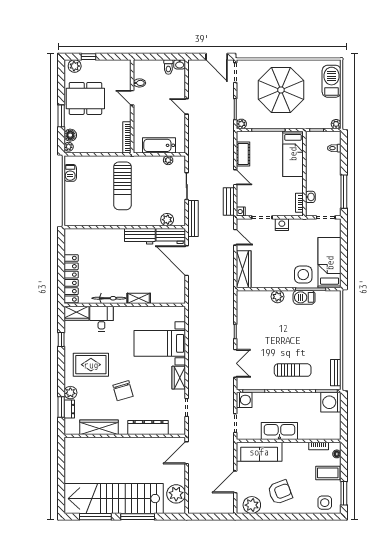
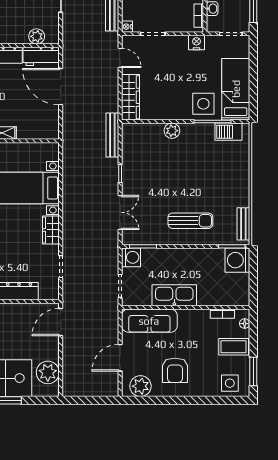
bench: (193, 218) -> (112, 135), moved
nightstand: (282, 225) -> (197, 43), moved
barbecue: (304, 297) -> (229, 132), moved
armchair: (280, 492) -> (175, 370), turned 111

